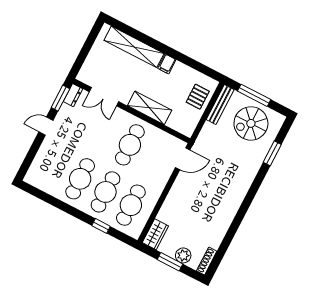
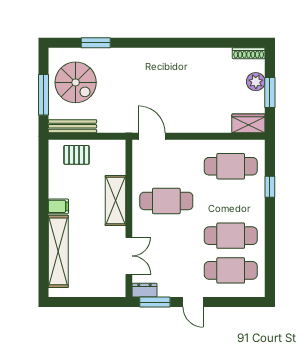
cafe table: (106, 192) -> (231, 270), moved

